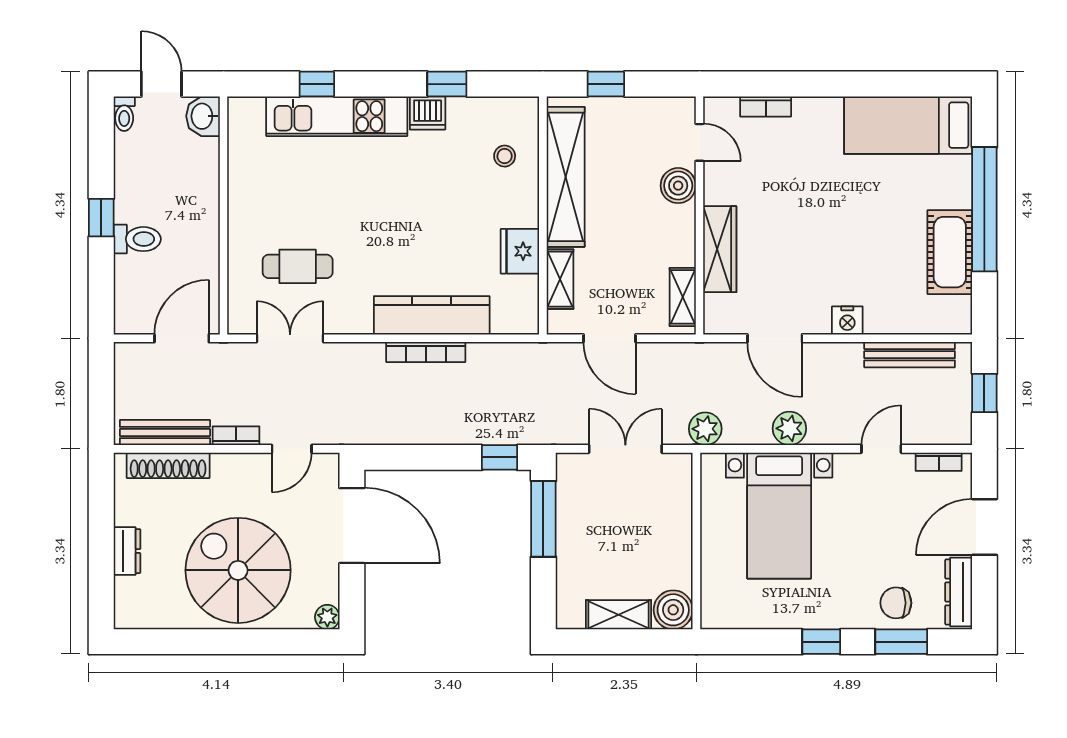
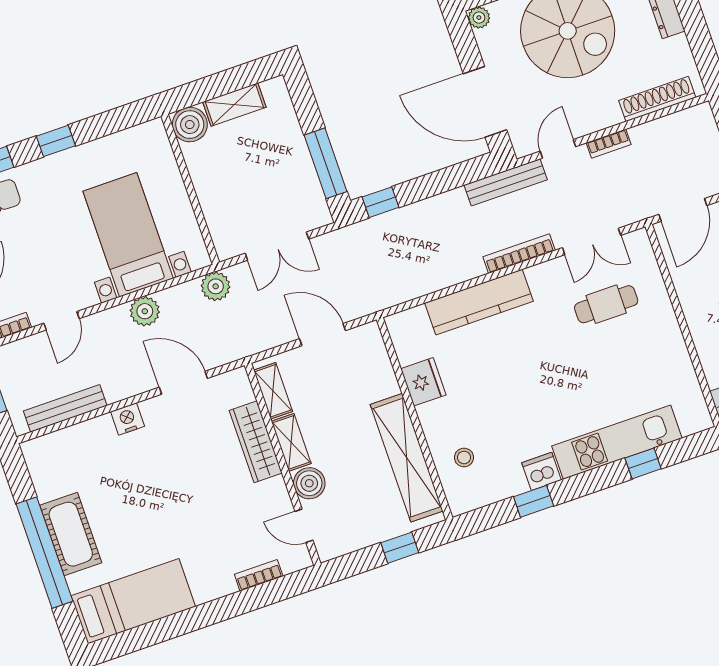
cot: (950, 252) -> (71, 534), moved
shelving: (560, 279) -> (291, 442), moved
bookcase: (426, 352) -> (519, 254), moved
bench: (165, 433) -> (506, 182), moved

